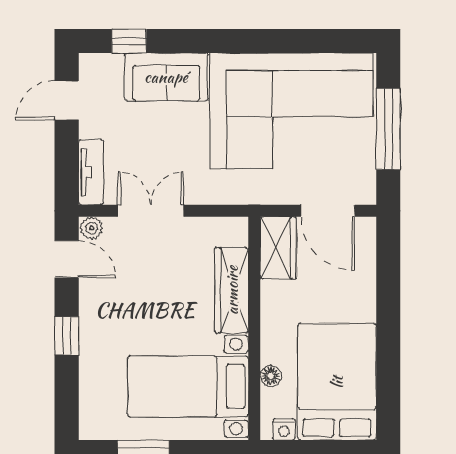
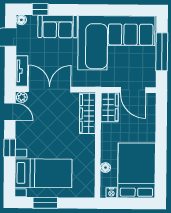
floor lamp: (89, 63) -> (21, 20), added
double door: (151, 211) -> (50, 89), width x1.37
wardrobe: (232, 290) -> (88, 113), moved
bed with nightstands: (188, 386) -> (43, 173), moved, turned 180

